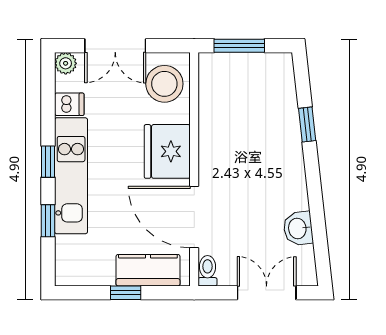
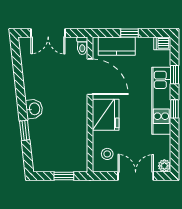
window: (239, 46) -> (64, 176), width x0.67
stool: (164, 84) -> (107, 154), width x0.53, depth x0.53
dishwasher: (69, 104) -> (162, 43), moved
washbasin: (298, 228) -> (34, 109), moved

